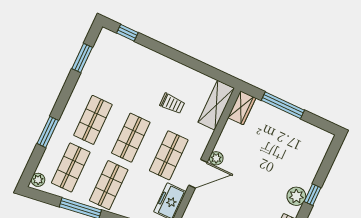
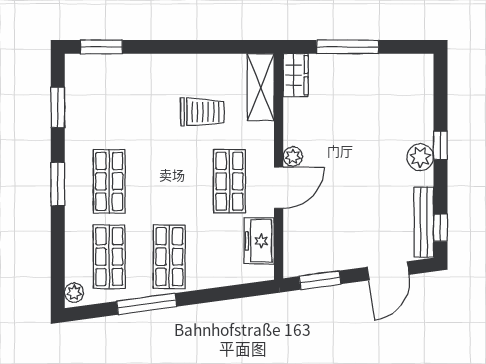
window: (127, 33) -> (101, 47), width x1.50
trolley: (172, 104) -> (202, 112), width x1.36, depth x1.39
window: (48, 132) -> (58, 184), moved
shop shelf: (131, 138) -> (169, 181), removed

